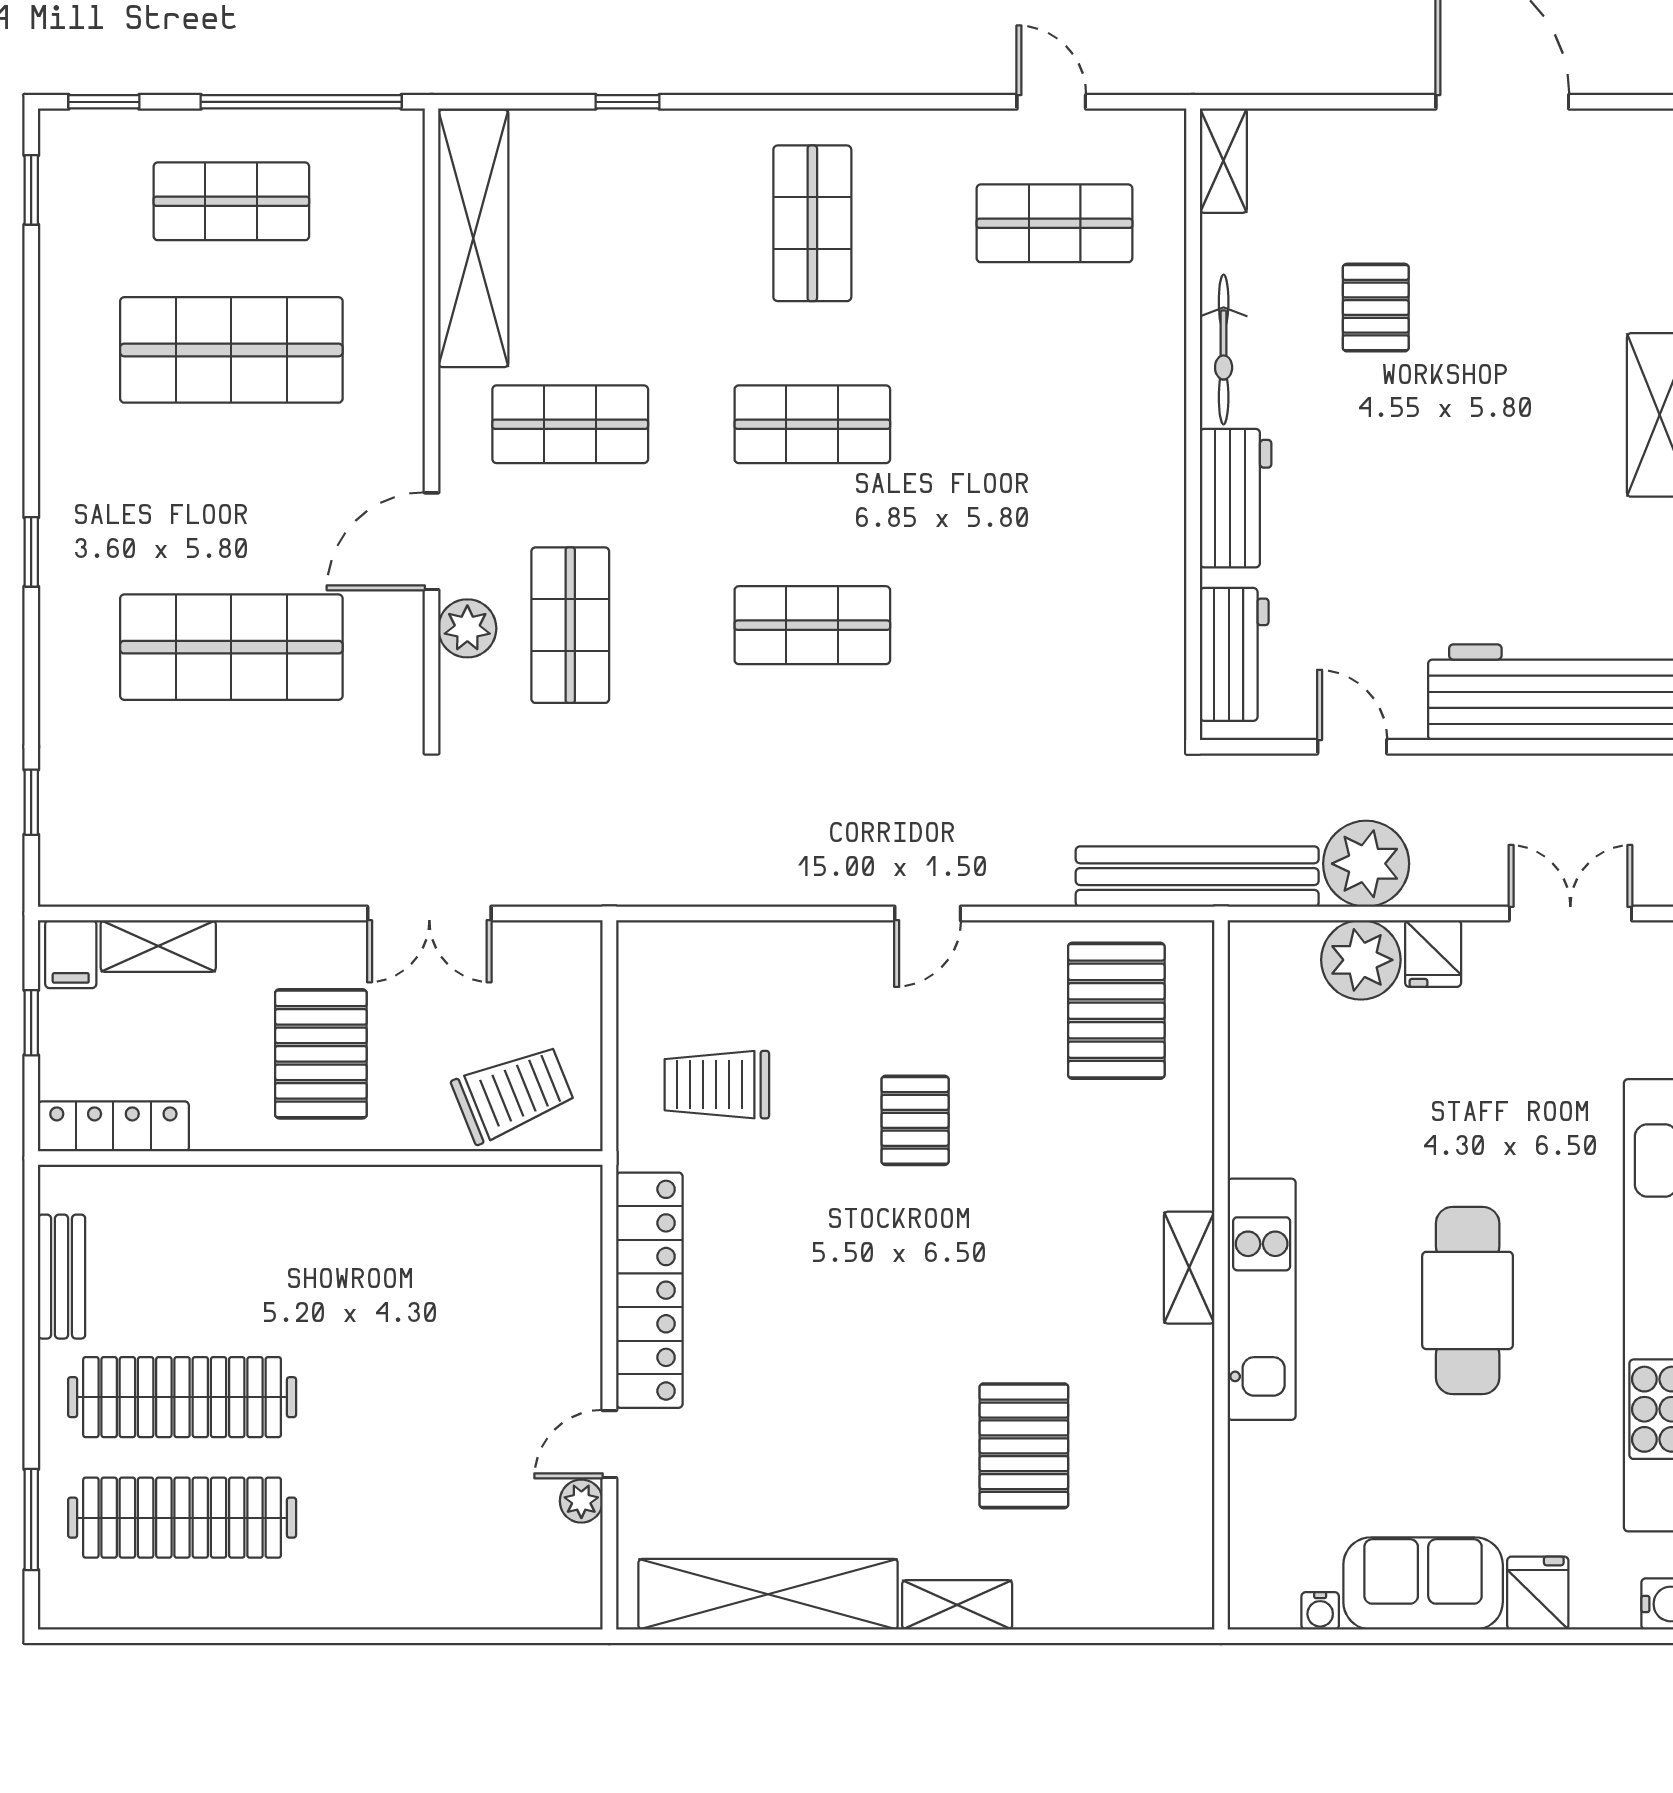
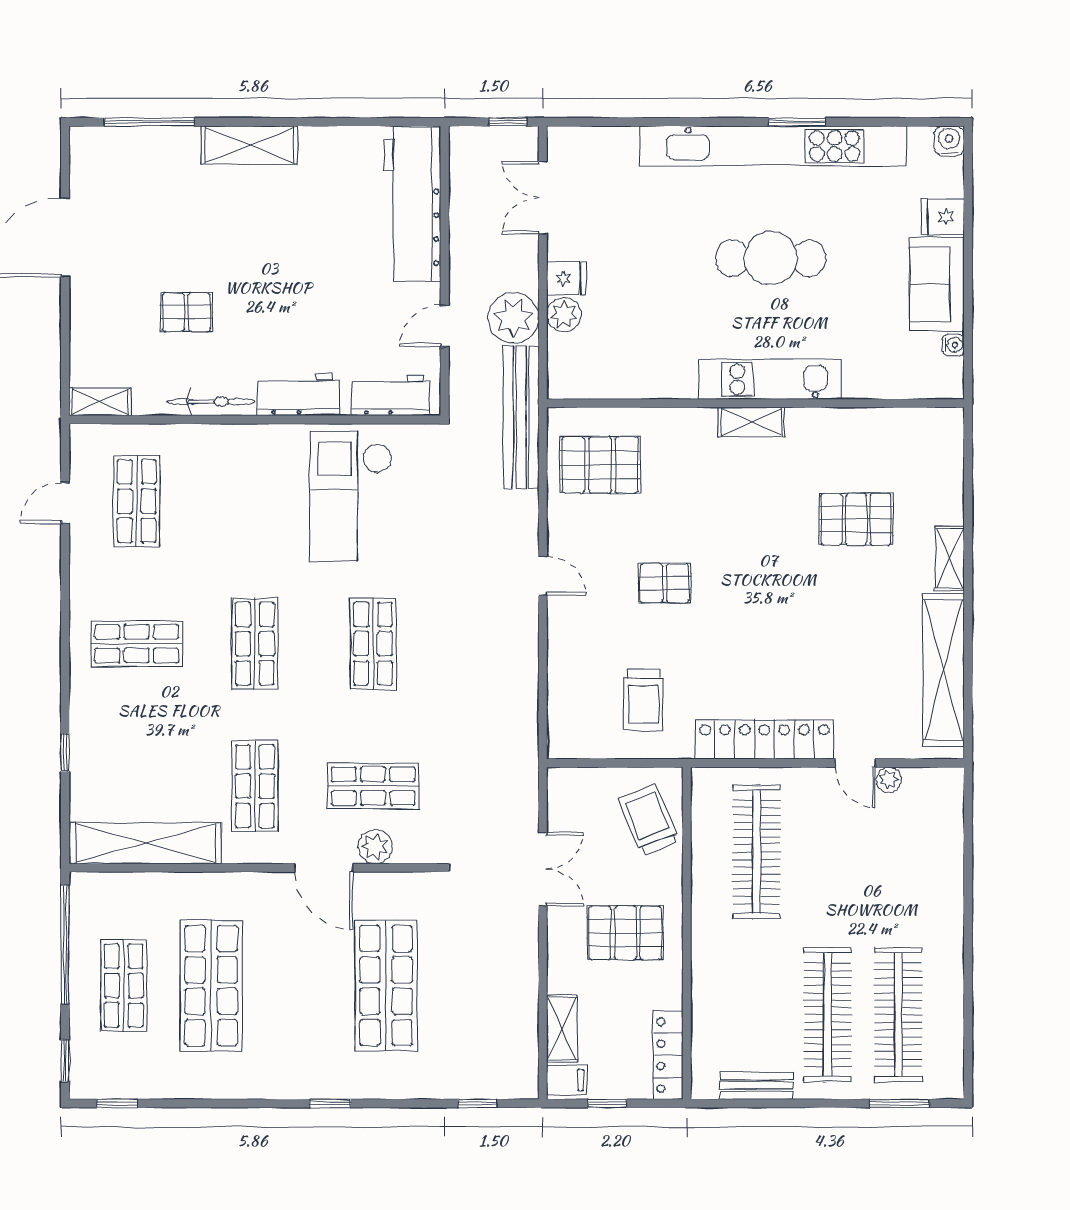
checkout: (1063, 588) -> (351, 496), added
plant: (1361, 960) -> (564, 315), width x0.73, depth x0.73
clothes rail: (459, 1277) -> (757, 852), added

